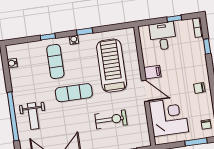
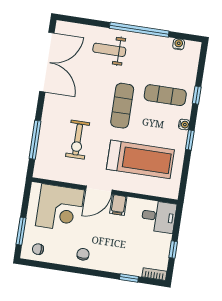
desk: (163, 36) -> (159, 217), moved
window: (13, 116) -> (139, 30), moved

